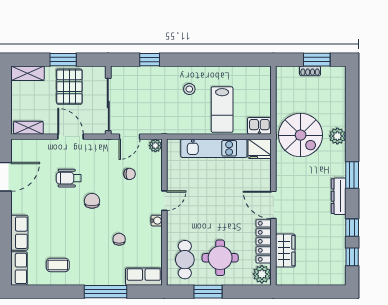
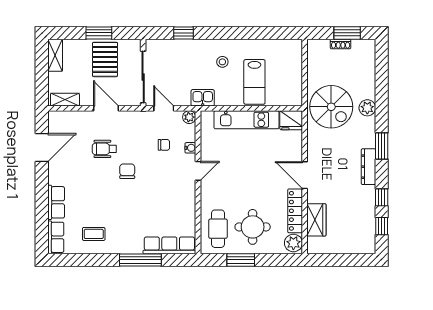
shelving: (28, 73) -> (55, 55), moved, turned 90
kitchen sink: (259, 126) -> (203, 98), moved
door: (129, 137) -> (164, 108), swing flipped
water cooler: (157, 221) -> (190, 148), moved
chair: (119, 239) -> (154, 209), removed
row of seats: (144, 277) -> (169, 245), width x1.48

